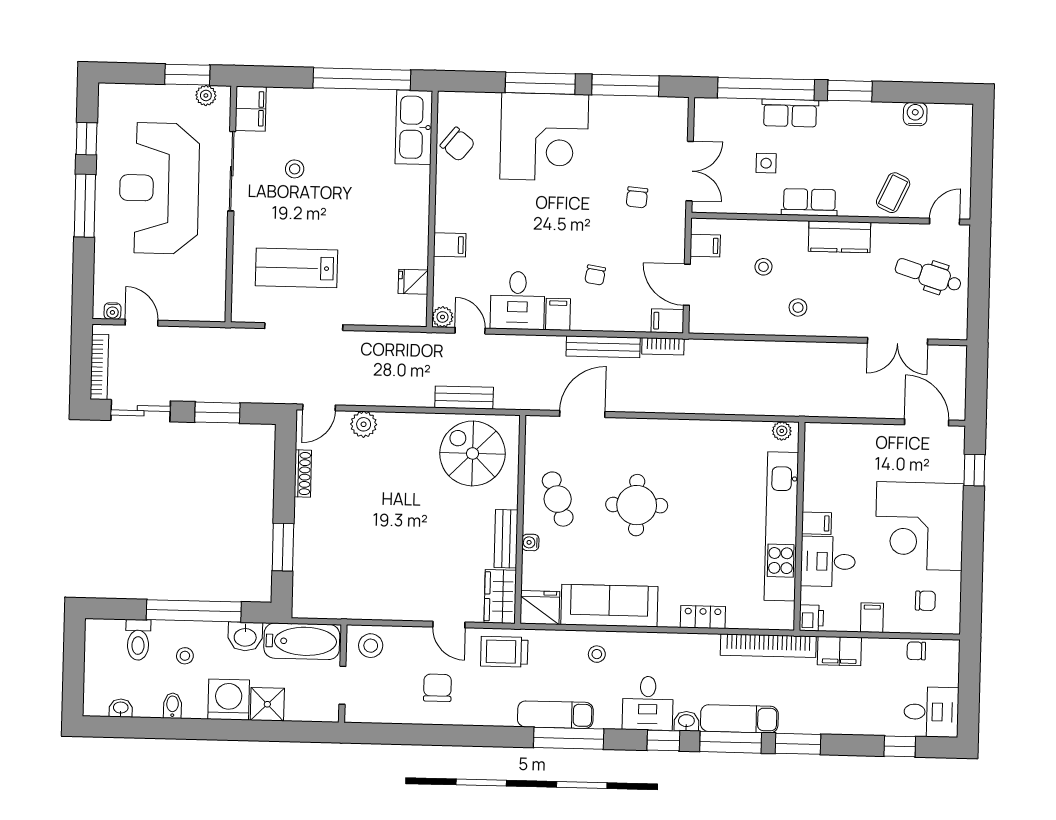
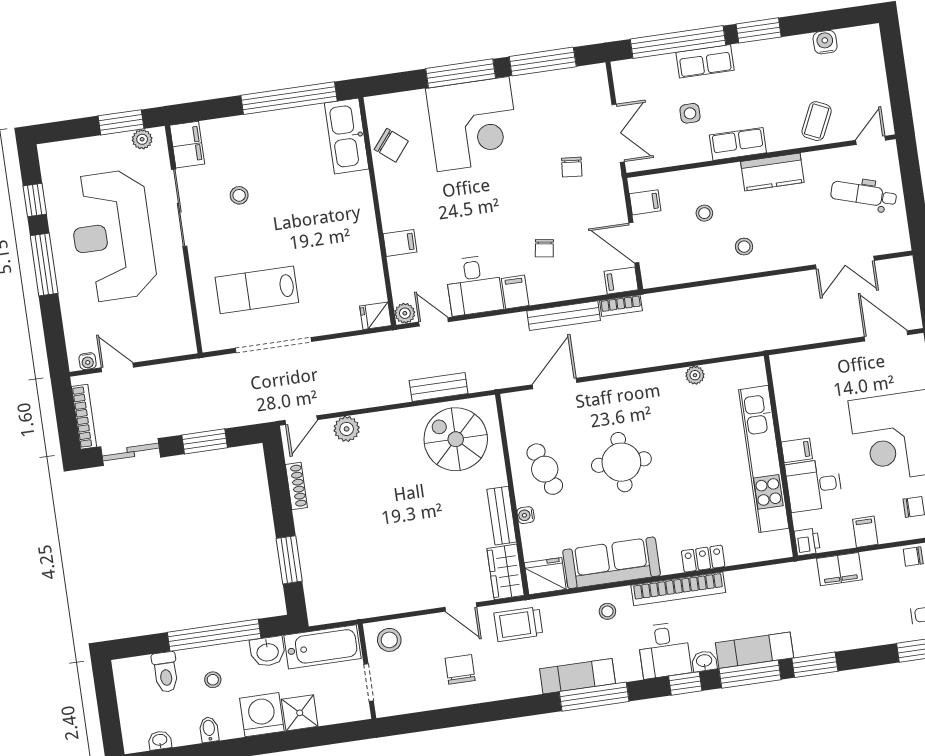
fridge: (413, 282) -> (376, 316), moved
plant: (782, 431) -> (695, 375), moved
bookcase: (768, 646) -> (678, 589), moved

